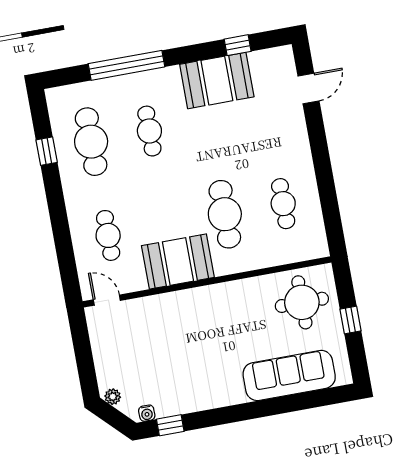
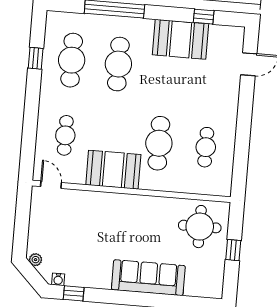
cafe table: (149, 131) -> (118, 64), width x1.37, depth x1.35
sofa: (289, 375) -> (148, 278), moved

